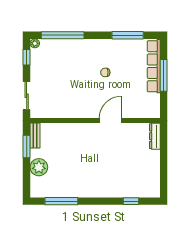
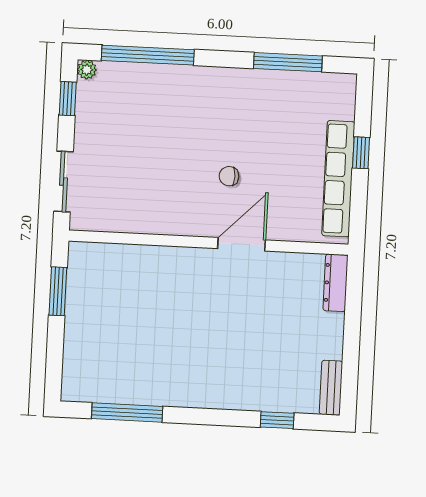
row of seats: (154, 66) -> (338, 179), moved
chair: (105, 72) -> (229, 176), moved
window: (164, 75) -> (361, 153), width x0.46
bench: (35, 136) -> (331, 388), moved
plant: (39, 167) -> (82, 337), removed

